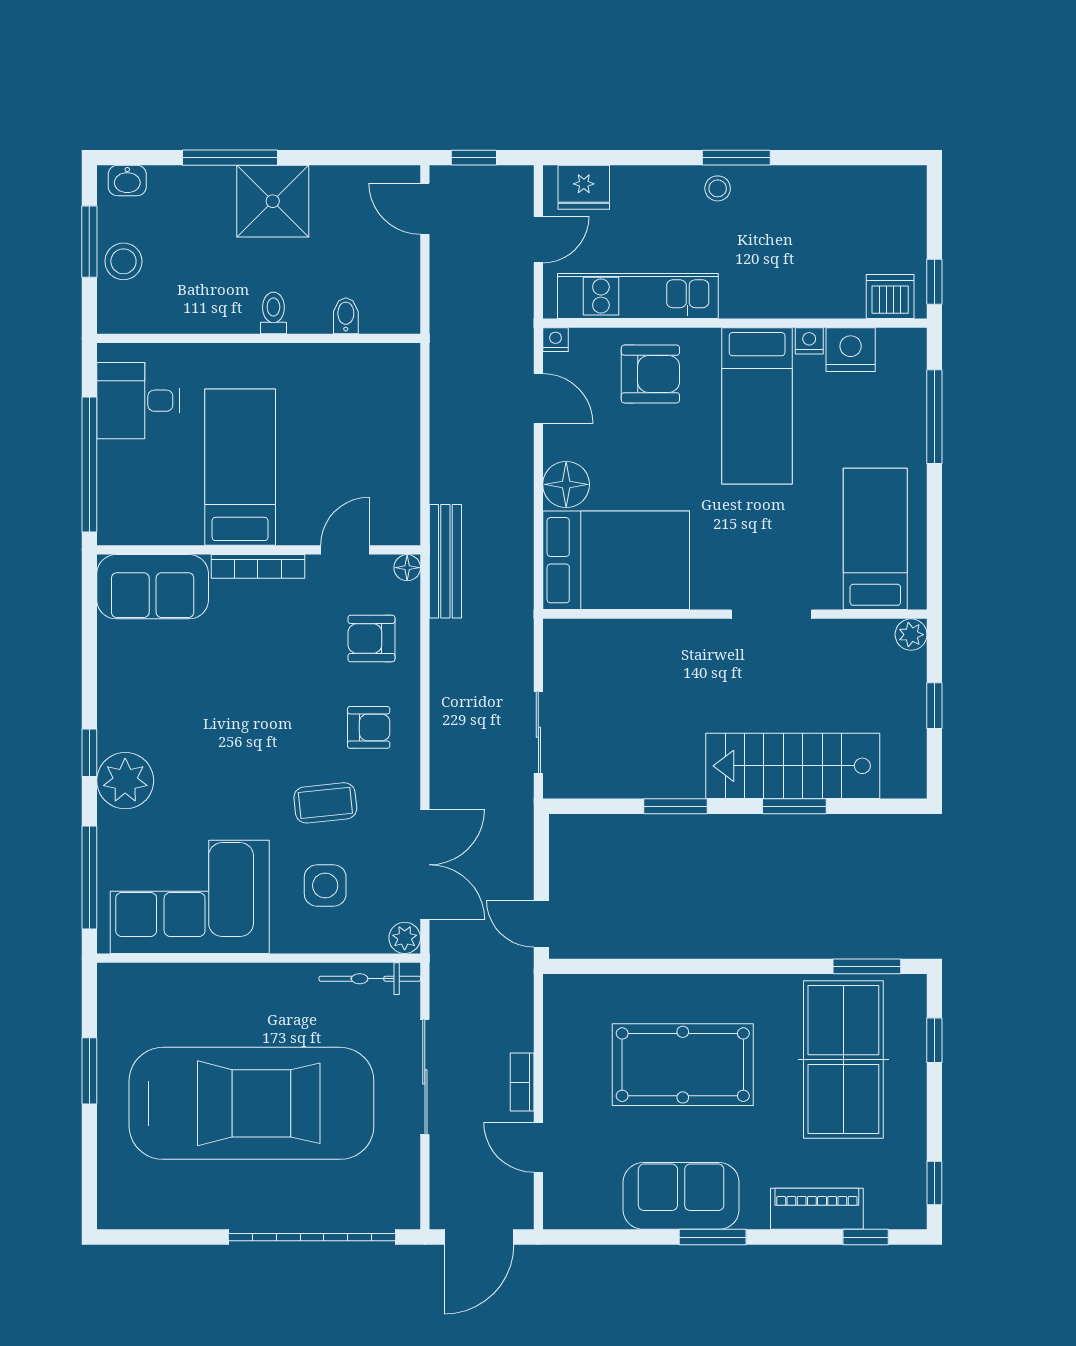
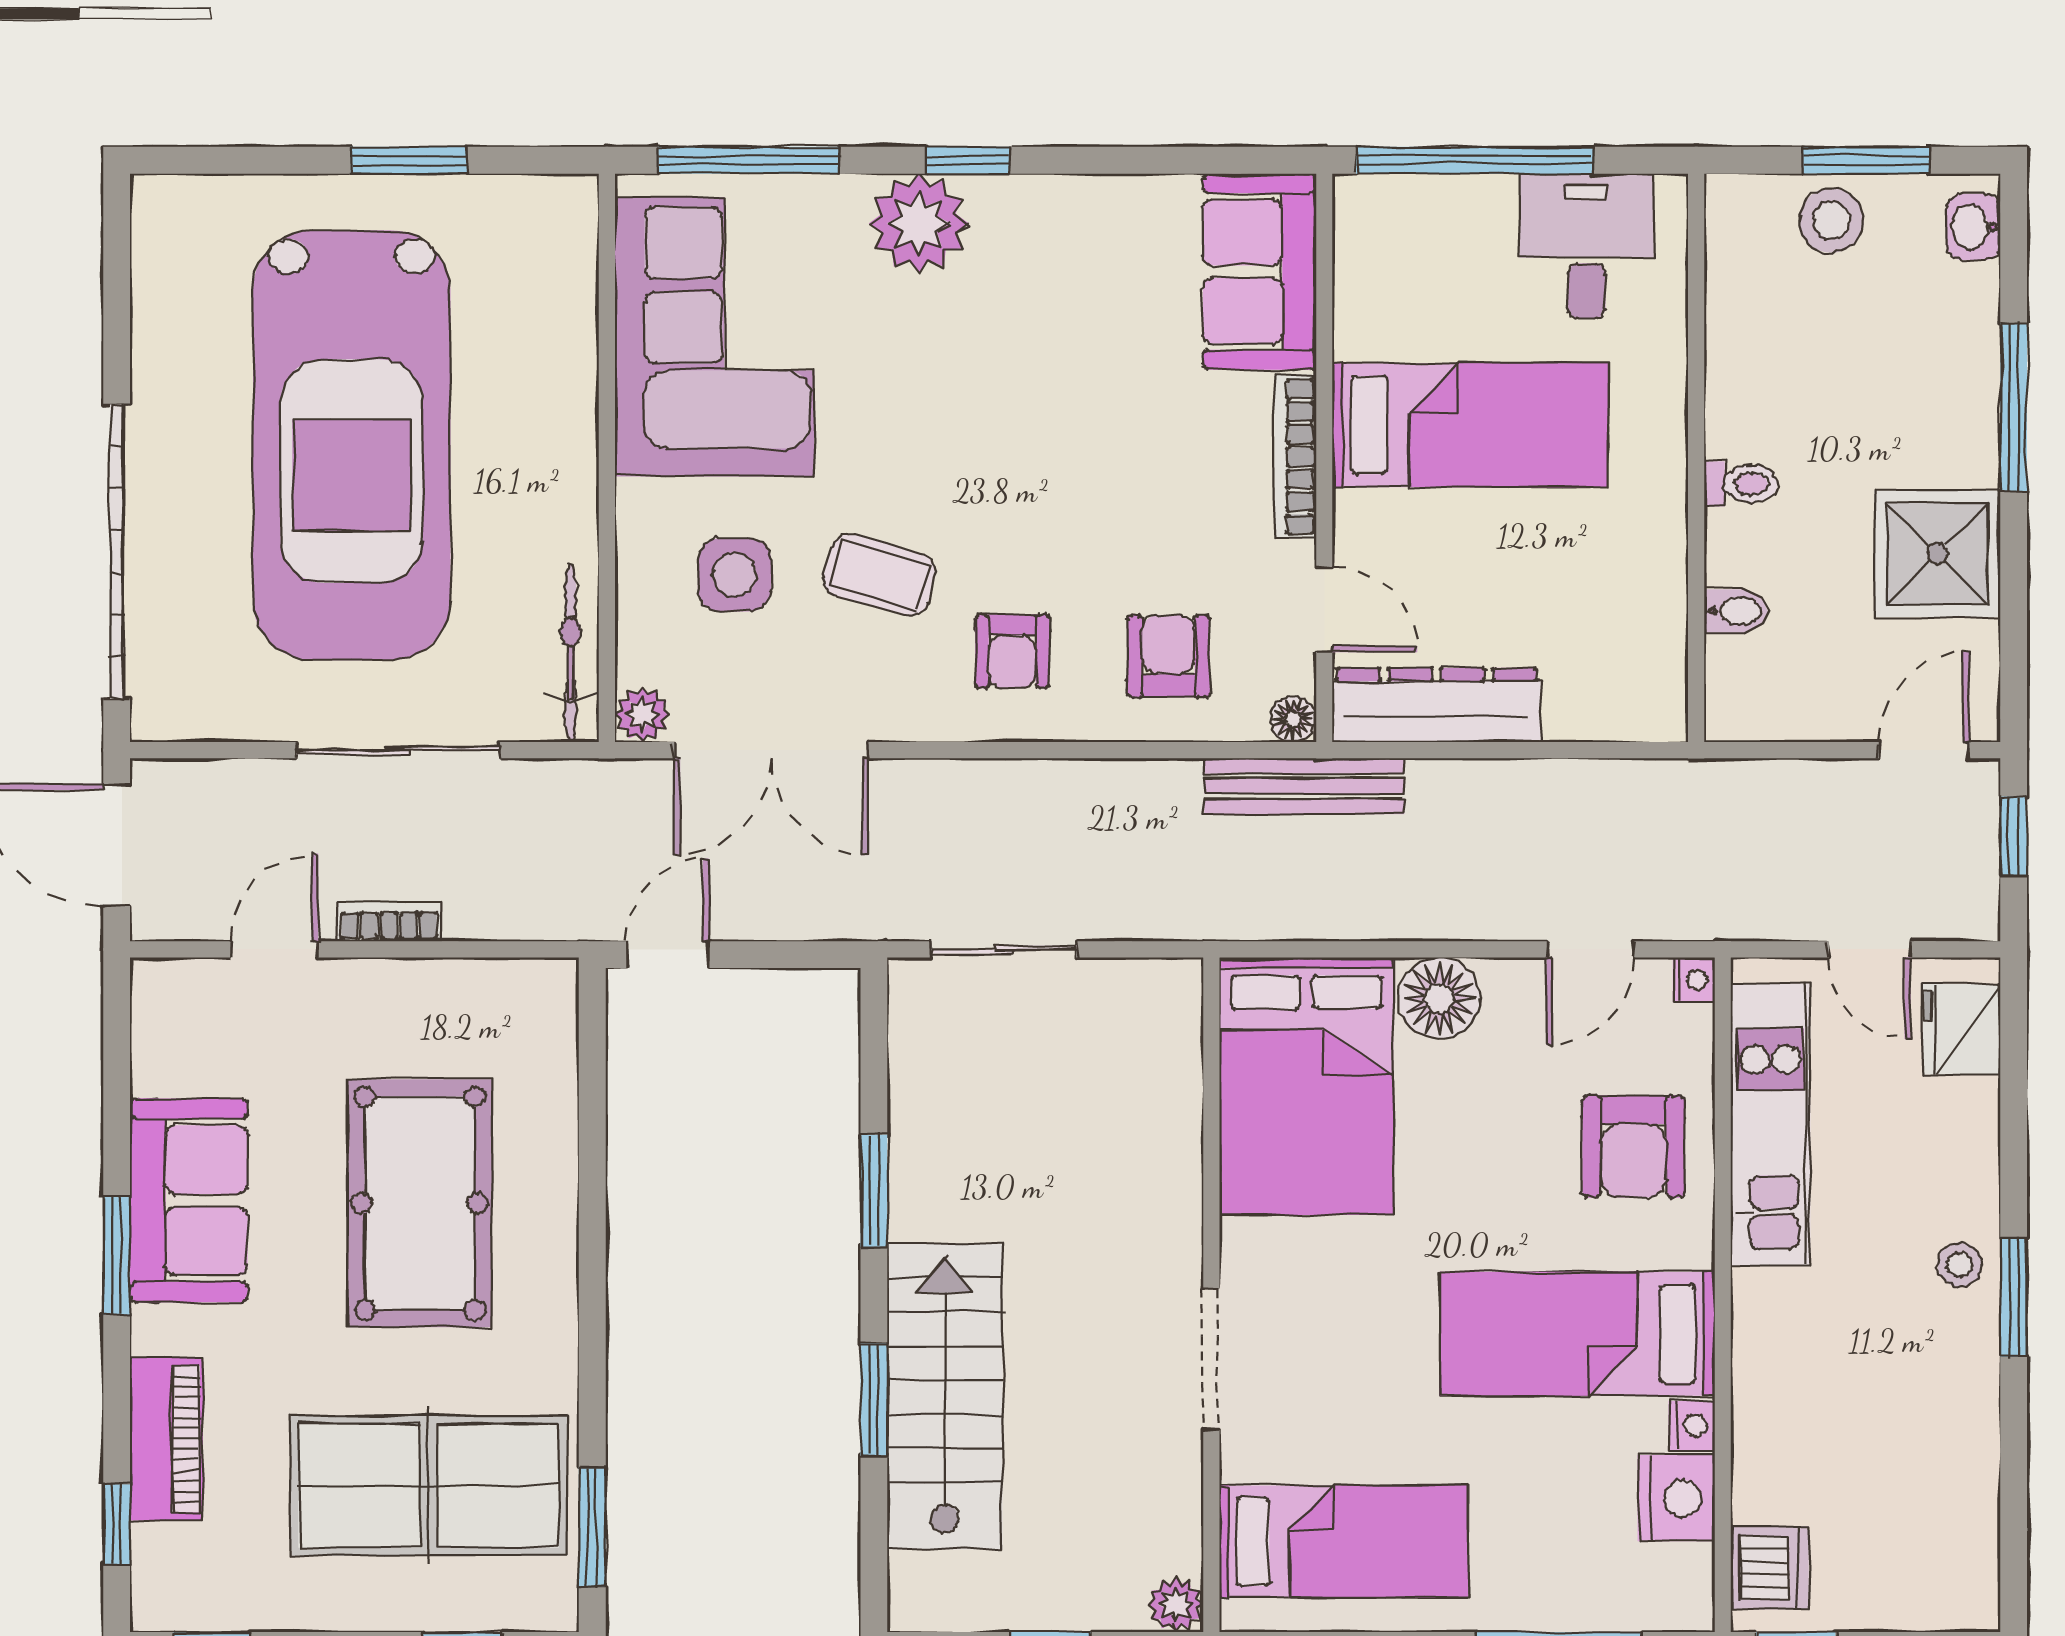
shower: (273, 201) -> (1937, 554), moved
dresser: (399, 486) -> (1436, 705), added
coffee table: (325, 803) -> (880, 575), turned -68

